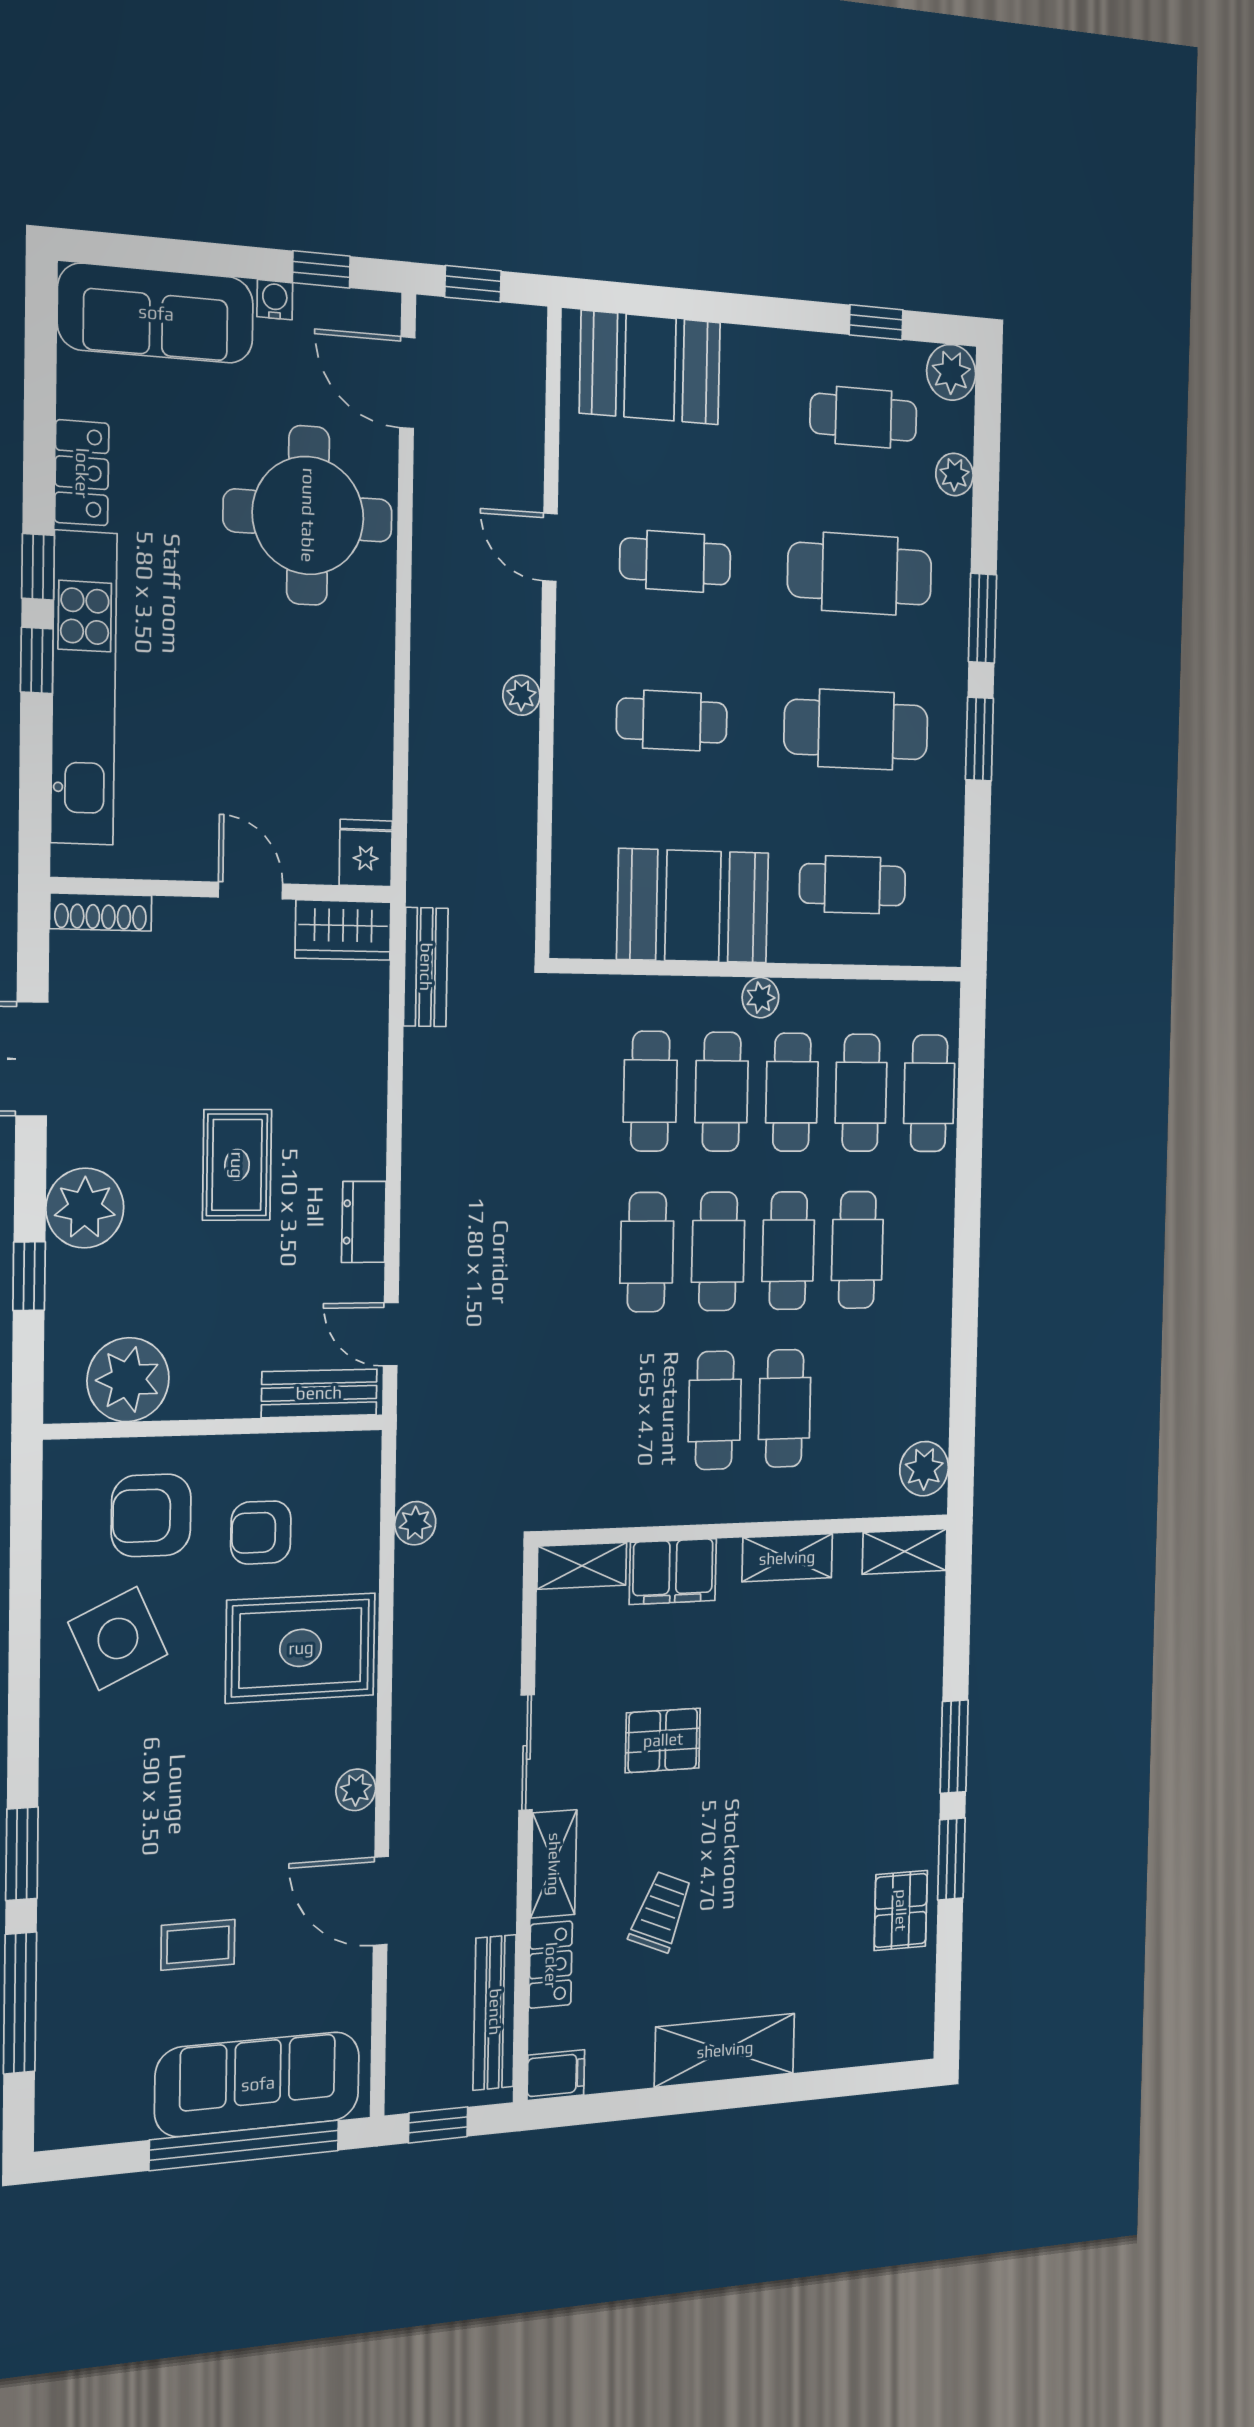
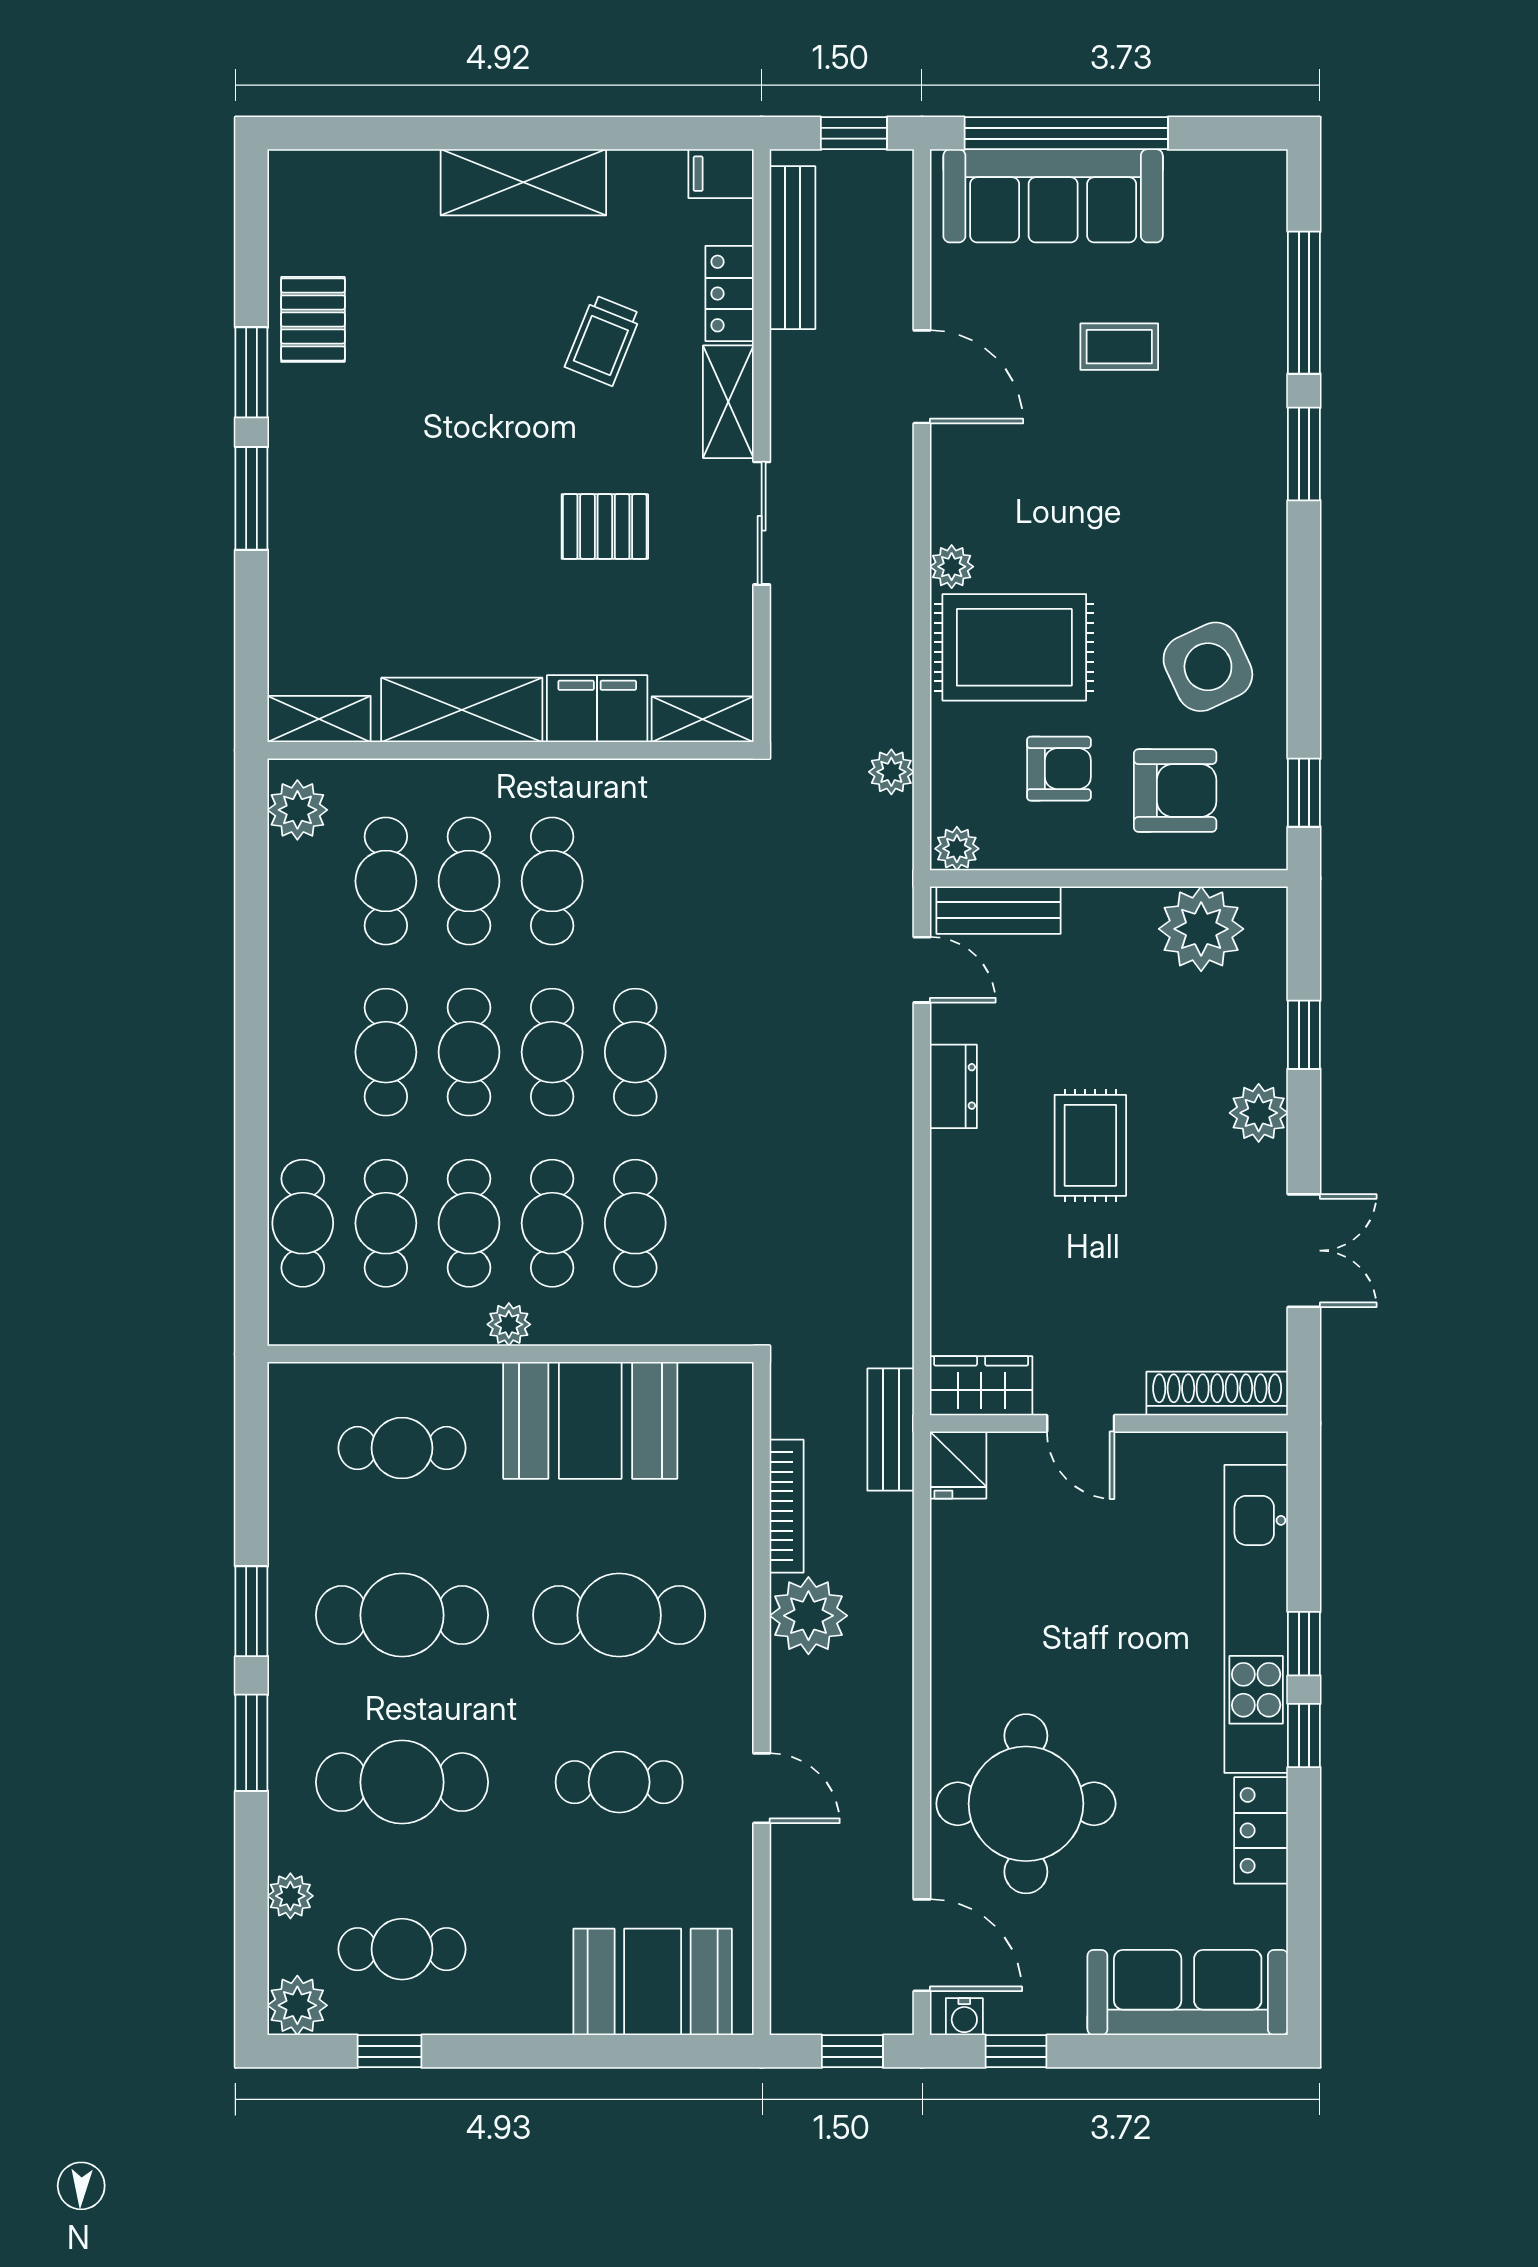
water cooler: (275, 300) -> (964, 2017), moved
plant: (521, 695) -> (808, 1616), width x1.87, depth x1.87
cafe table: (672, 721) -> (619, 1615), width x1.37, depth x1.35
bookcase: (522, 819) -> (787, 1506), added
shoe rack: (101, 912) -> (1217, 1394), width x1.36, depth x1.24
bench: (426, 967) -> (891, 1430), moved
plant: (85, 1208) -> (1259, 1113), width x0.73, depth x0.73
cafe table: (854, 1406) -> (386, 881), added
plant: (357, 1452) -> (957, 849), added
window: (26, 1518) -> (1304, 793), added
shelving: (787, 1558) -> (462, 710), width x1.50, depth x1.33
plant: (356, 1790) -> (952, 567), moved

